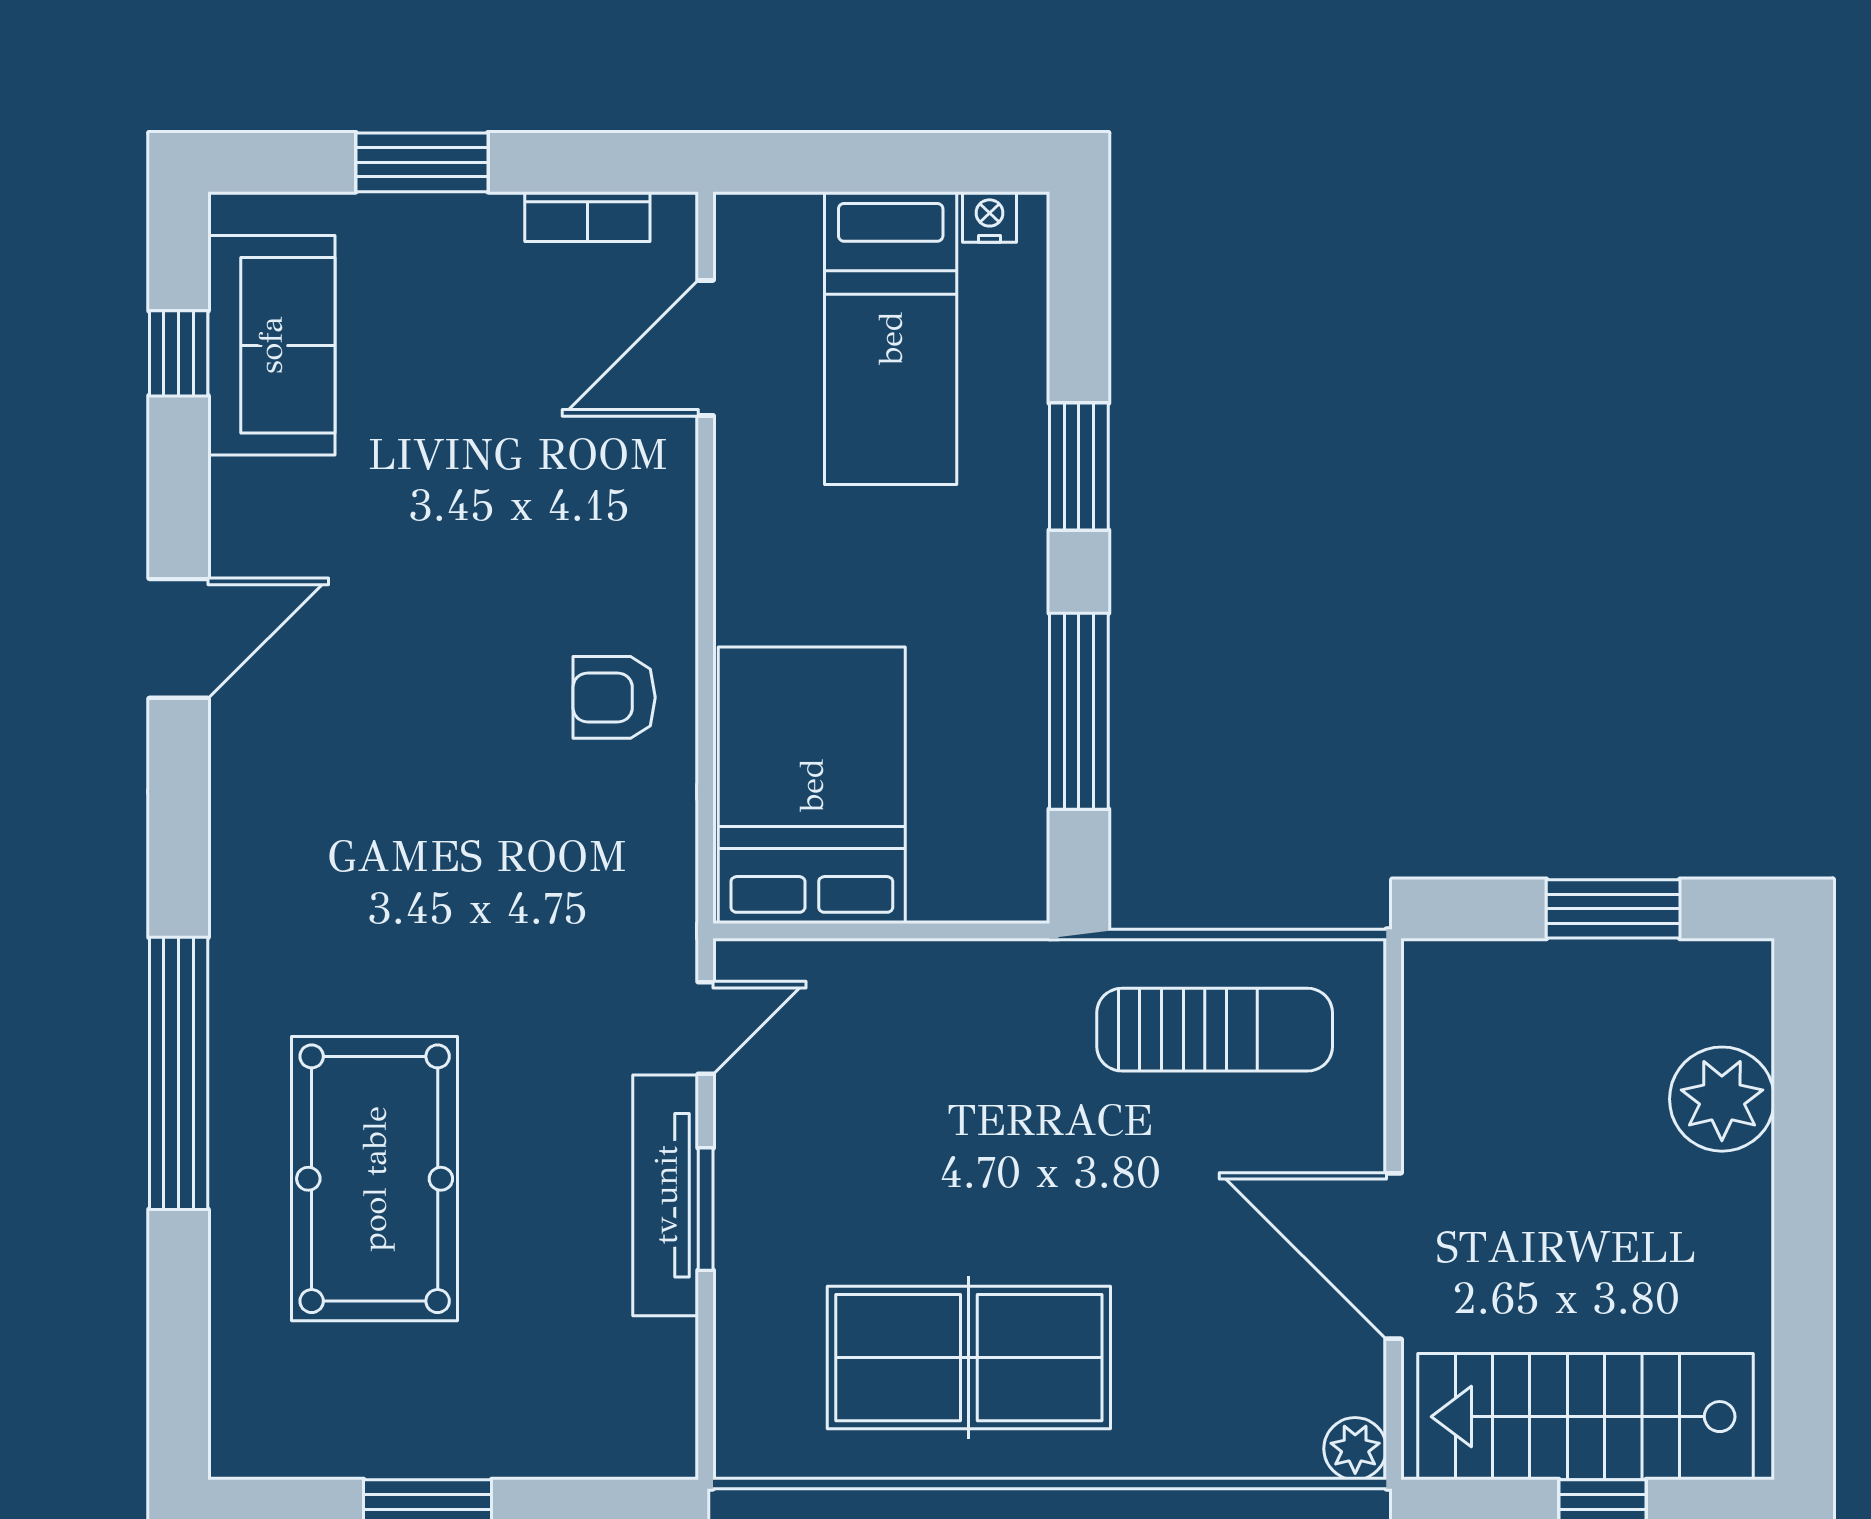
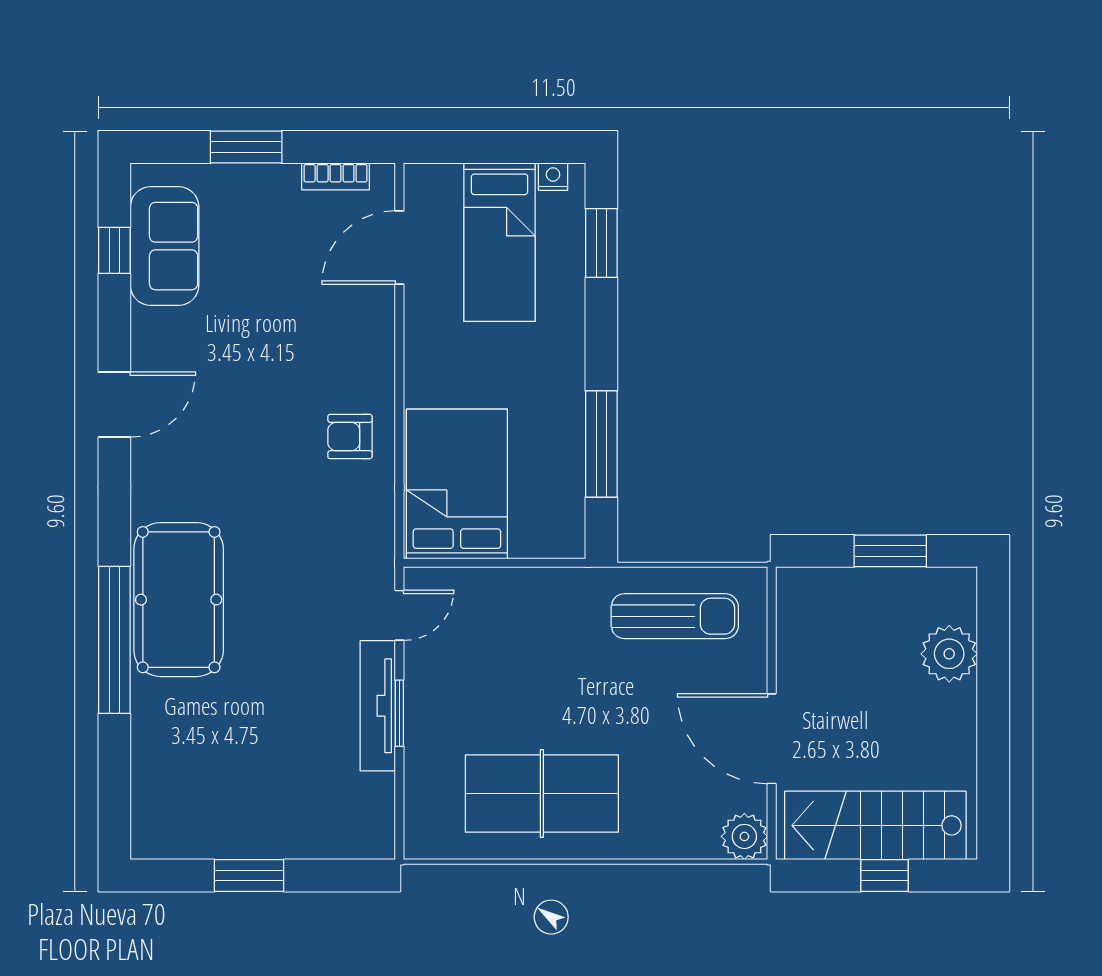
window: (1079, 467) -> (601, 243), moved
pool table: (375, 1179) -> (179, 600), moved
plant: (1355, 1449) -> (744, 836), width x1.38, depth x1.38

